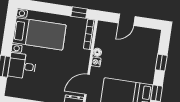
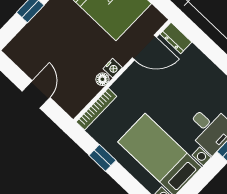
window: (79, 13) -> (102, 158), moved
door: (127, 20) -> (36, 94), hinge flipped

